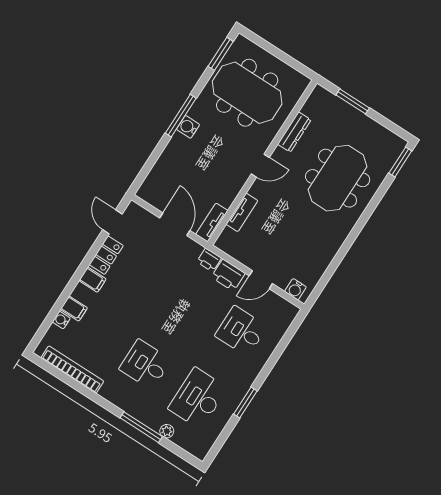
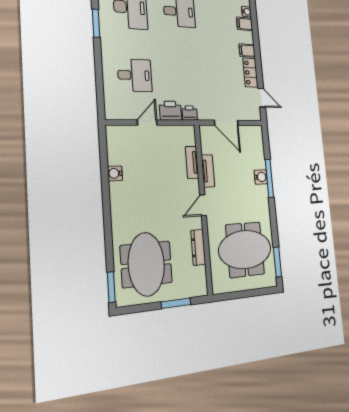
window: (181, 116) -> (269, 178), moved
water cooler: (188, 127) -> (261, 177), moved
meeting table: (338, 178) -> (146, 264), moved
tv unit: (212, 223) -> (208, 171), moved
water cooler: (295, 289) -> (115, 173), moved, turned -90

